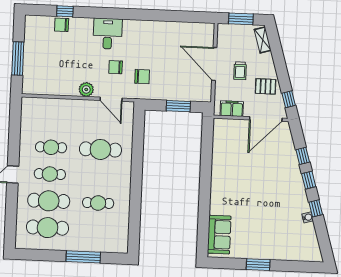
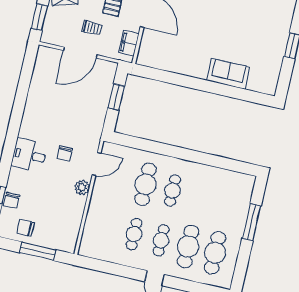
chair: (142, 77) -> (26, 228), moved, turned -90
cafe table: (98, 203) -> (173, 191), moved
sofa: (219, 235) -> (228, 74), moved

